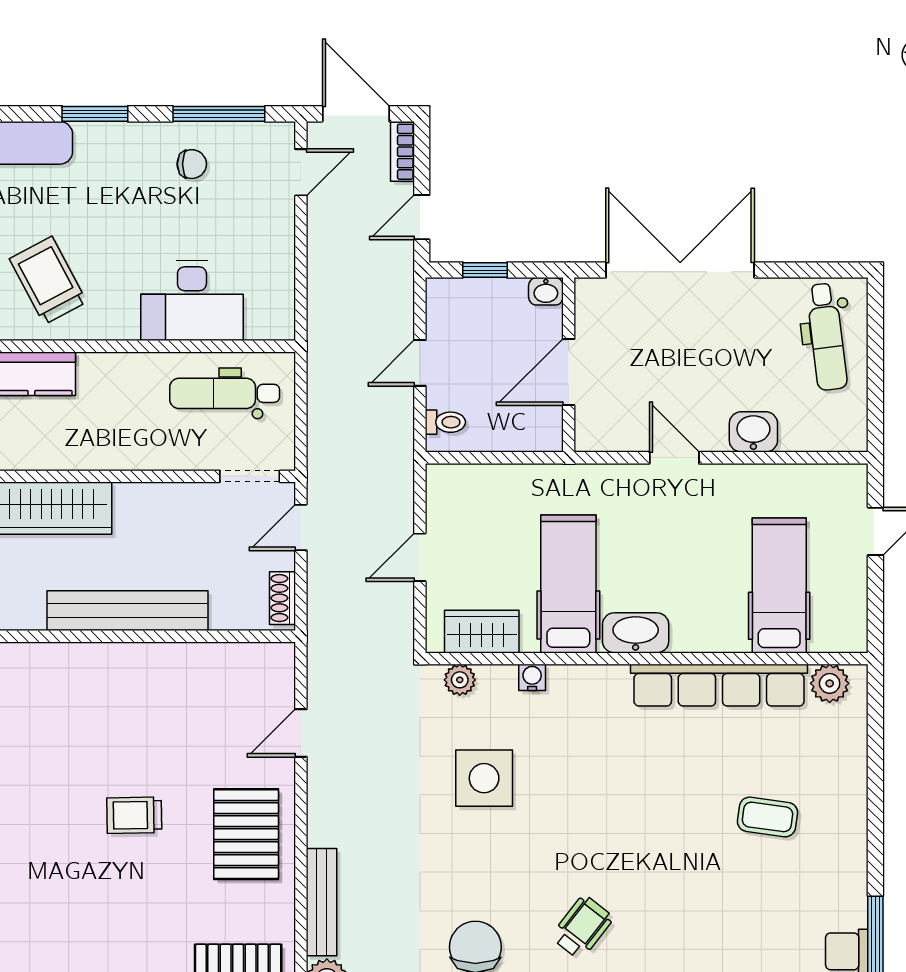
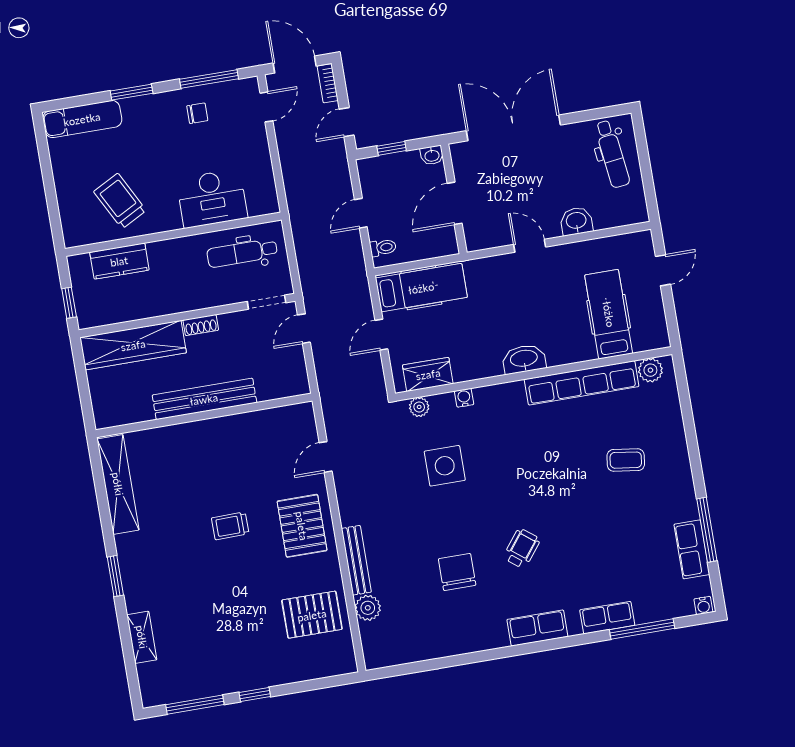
hospital bed: (568, 584) -> (421, 288), moved, turned 90
shoe rack: (282, 598) -> (201, 325), moved, turned -90

